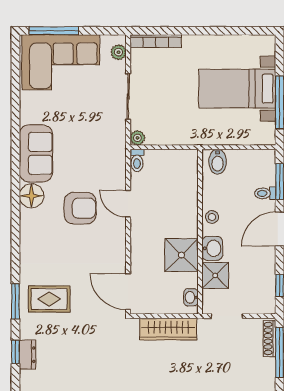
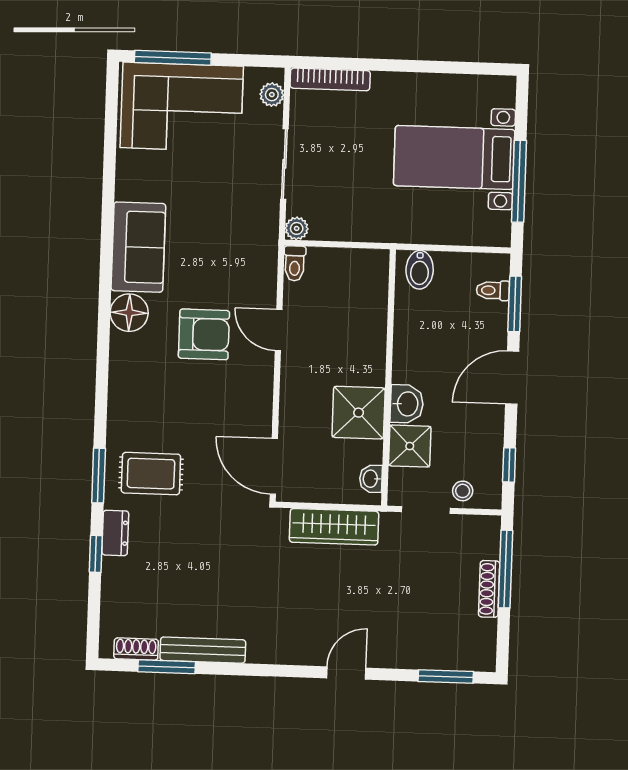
toilet: (265, 193) -> (493, 290), moved
stool: (212, 217) -> (463, 491), moved
shoe rack: (270, 338) -> (489, 589), moved
dresser: (27, 355) -> (115, 533), moved

